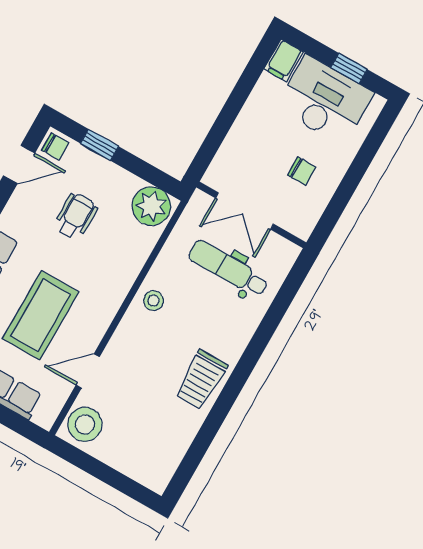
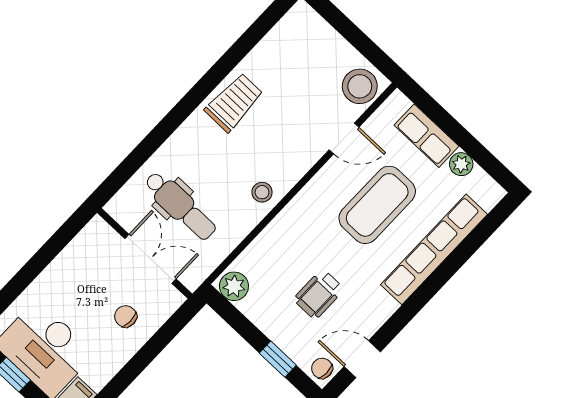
chair: (302, 171) -> (126, 316), moved
plant: (151, 206) -> (234, 286), width x0.73, depth x0.73

